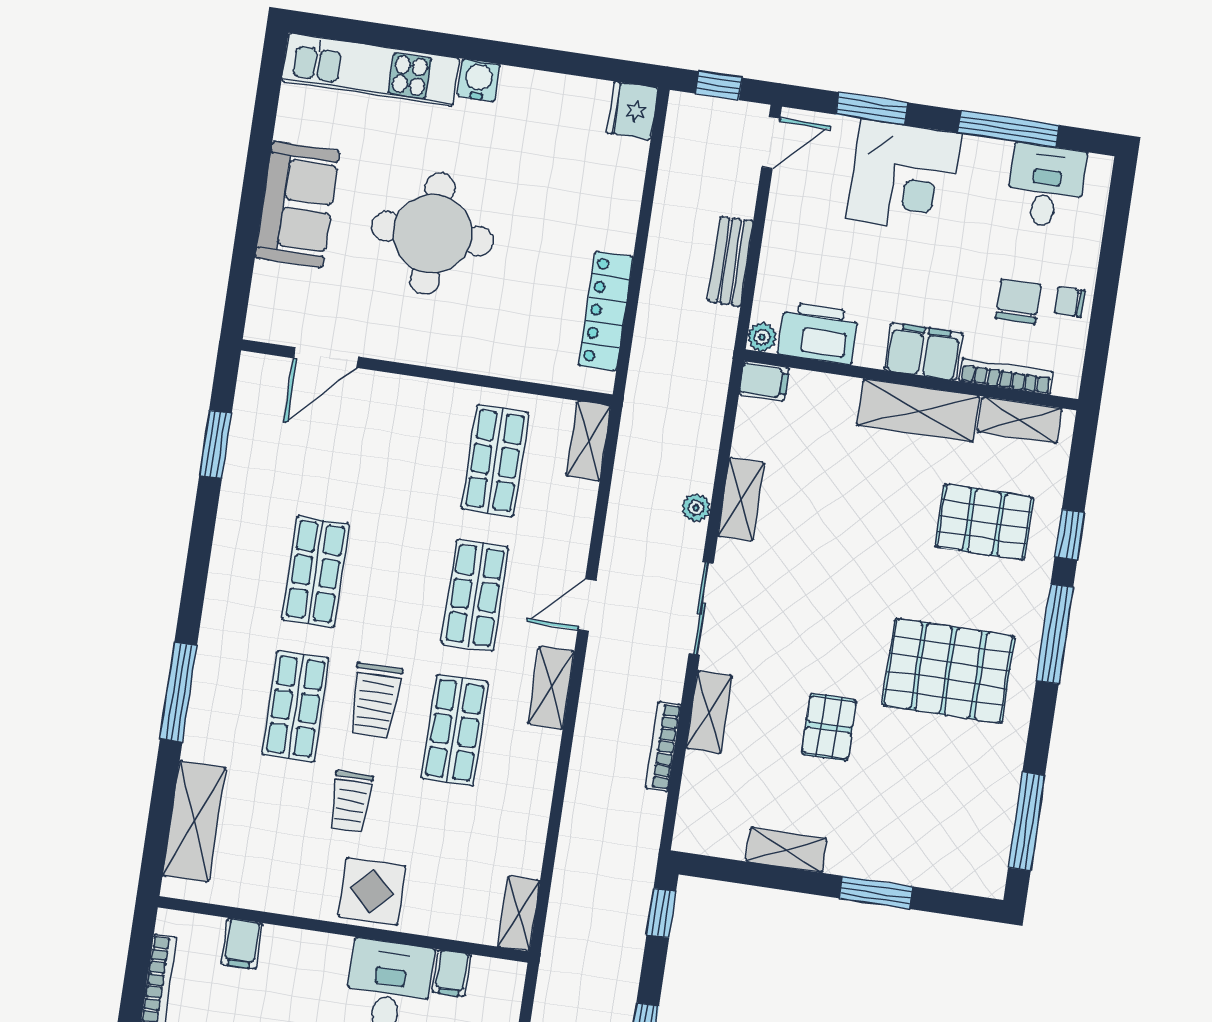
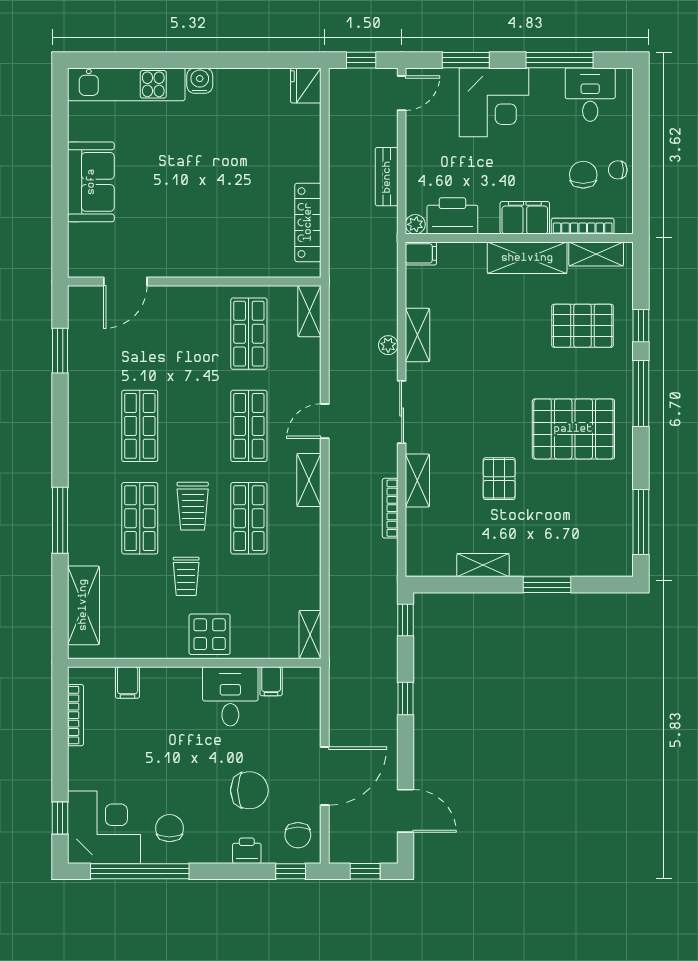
round table: (432, 234) -> (184, 188), removed

